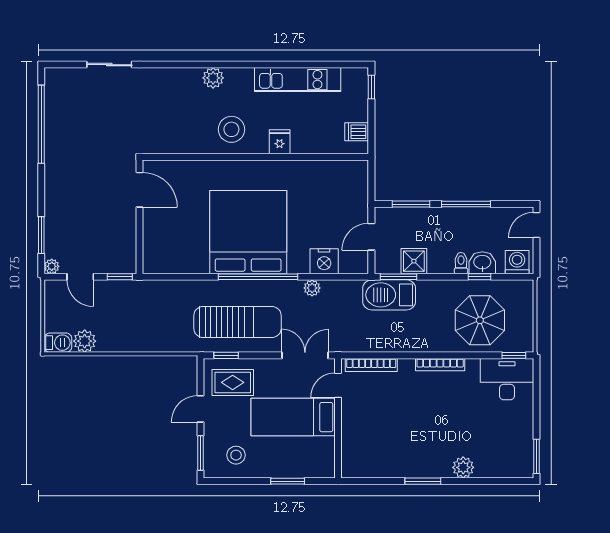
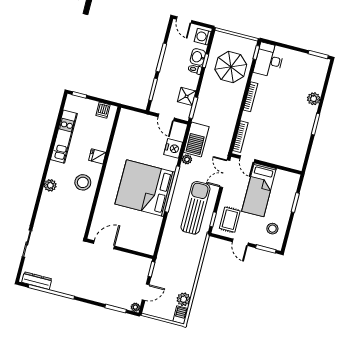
dresser: (54, 96) -> (37, 281), added
barbecue: (389, 295) -> (196, 140), moved

